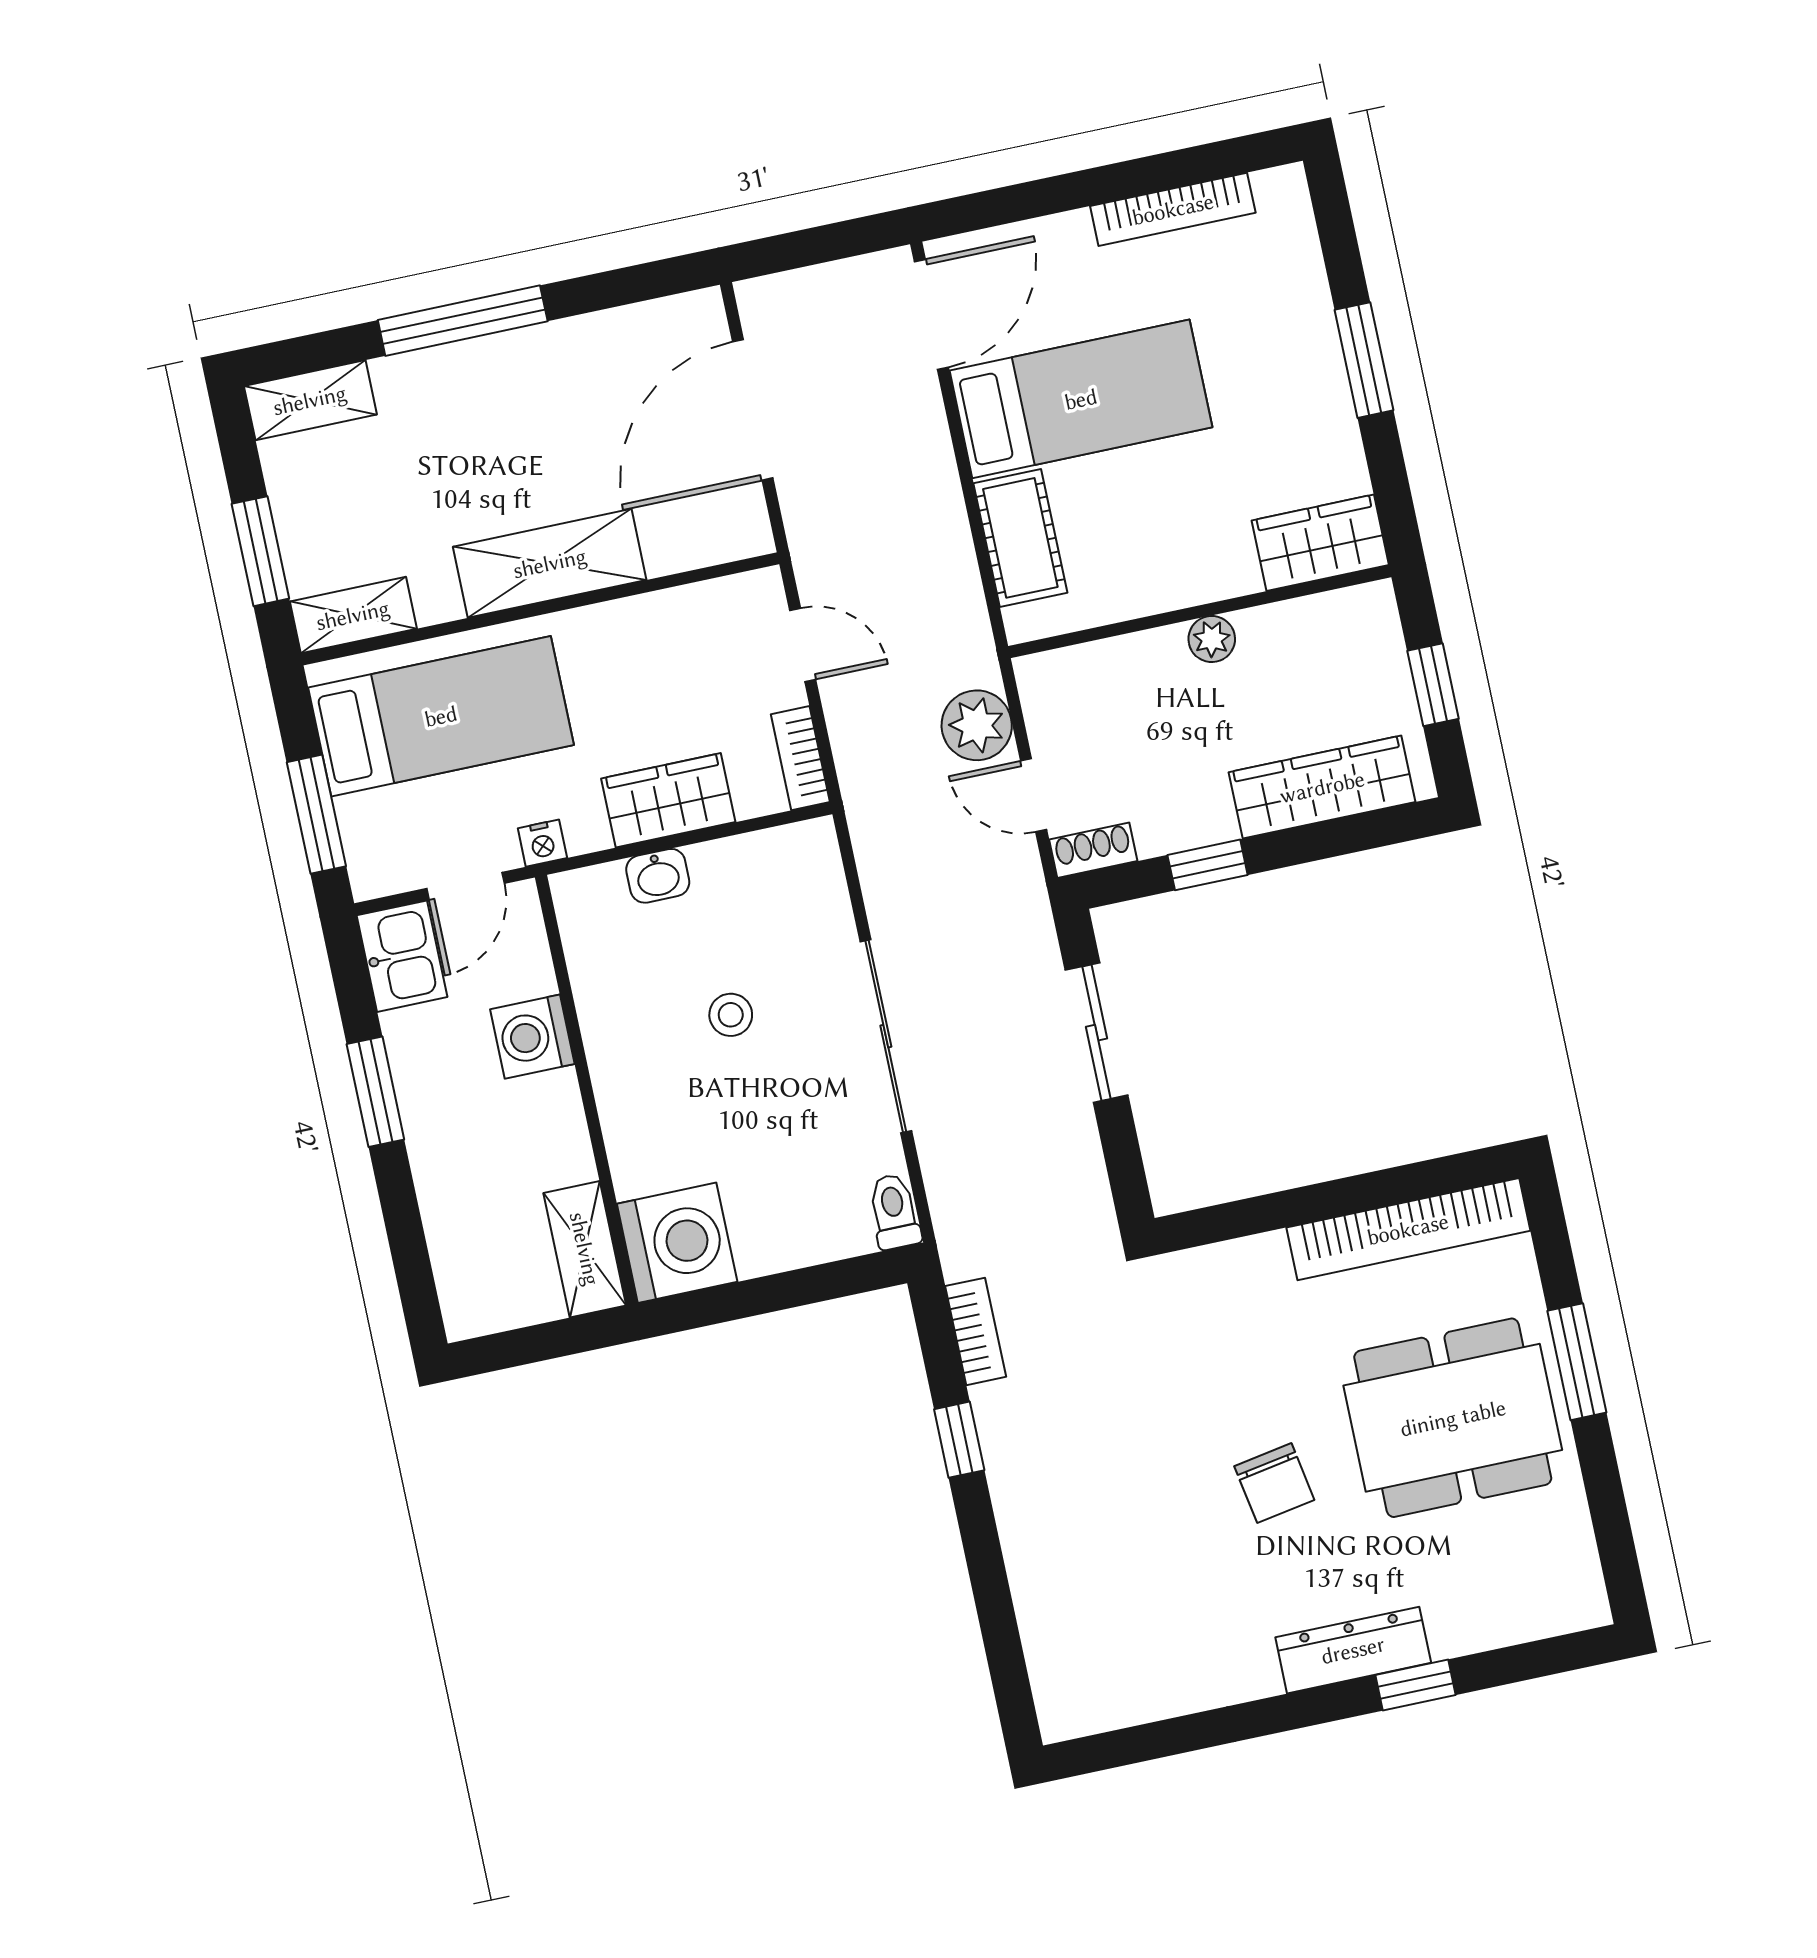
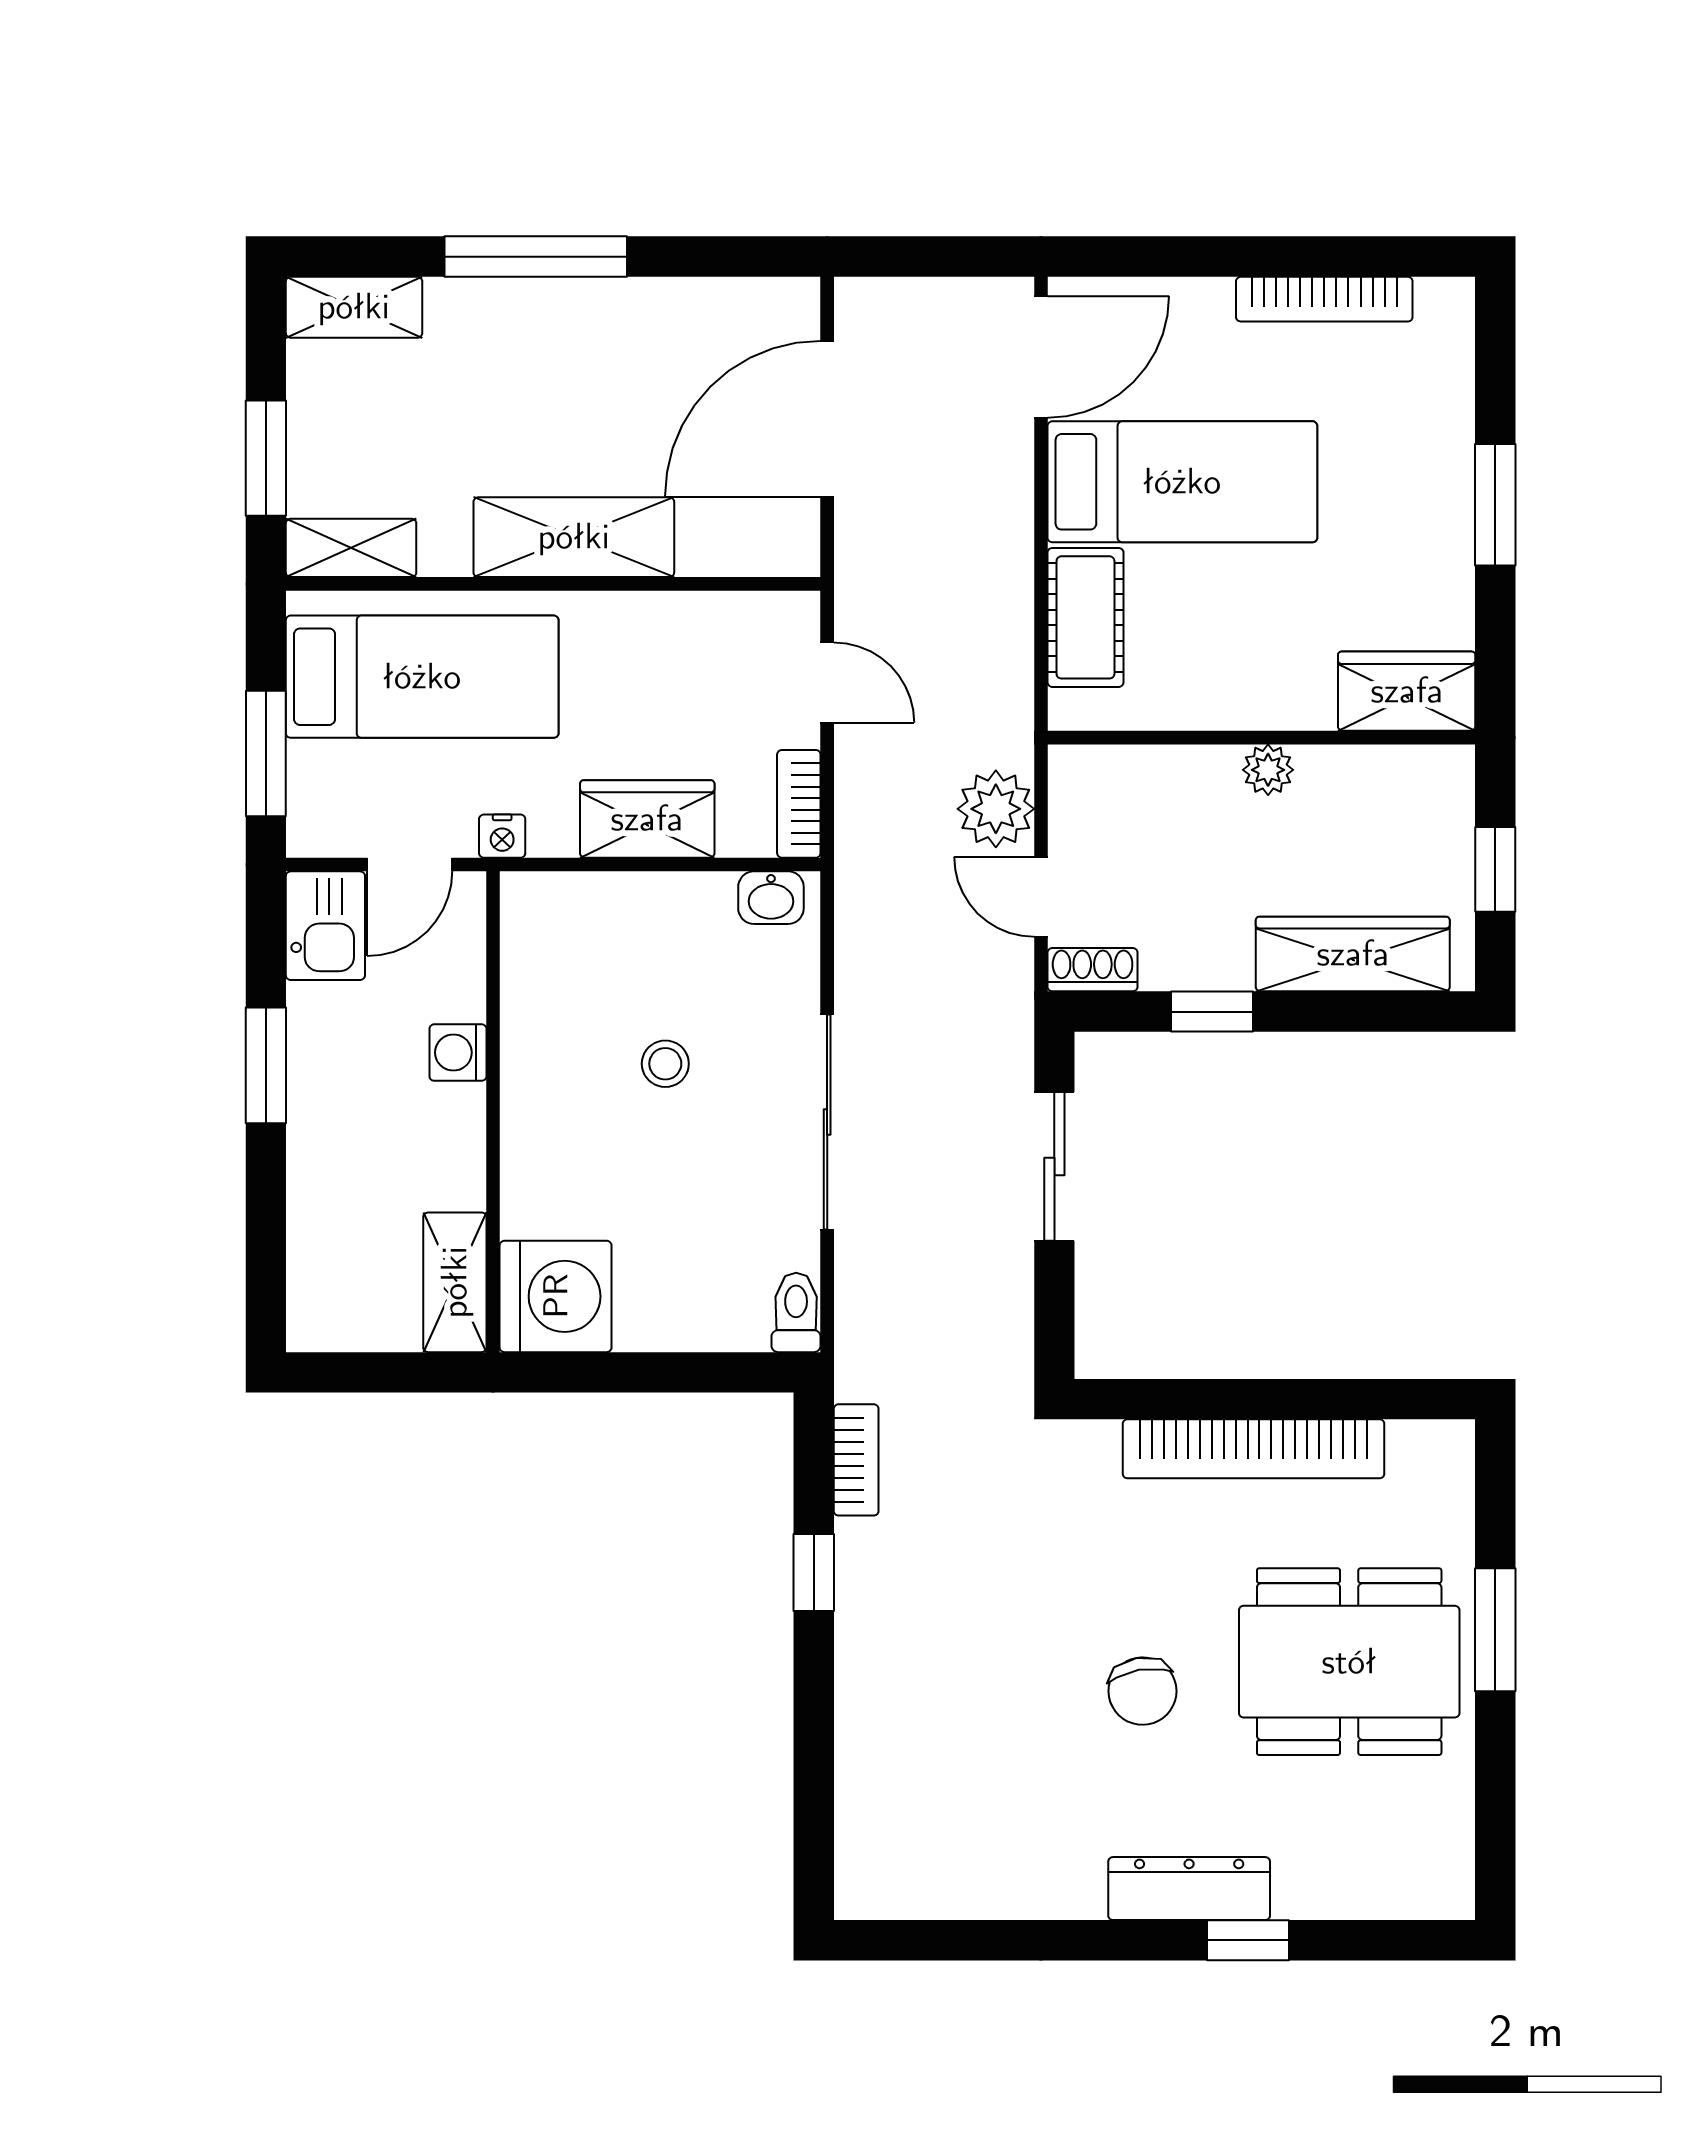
washbasin: (658, 876) -> (771, 898), moved
washing machine: (532, 1037) -> (458, 1053), width x0.73, depth x0.73
bookcase: (1408, 1229) -> (1254, 1449), moved

